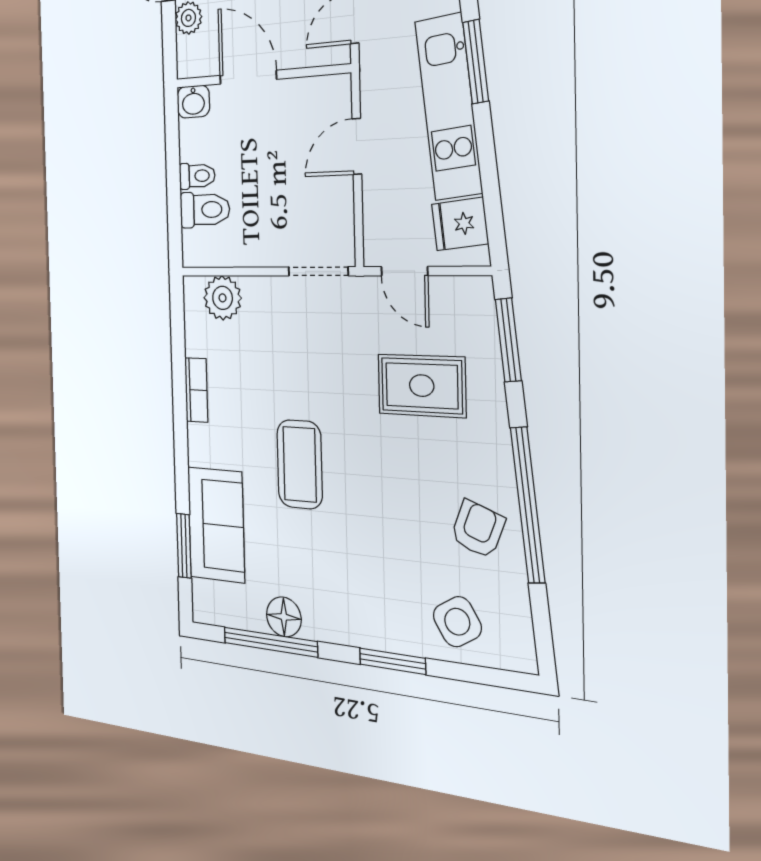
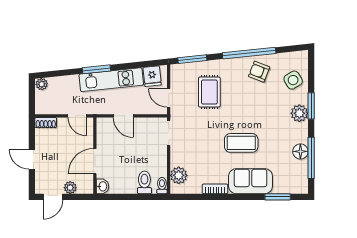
toilet: (197, 176) -> (162, 186), moved
door: (404, 271) -> (169, 98), swing flipped
sofa: (216, 525) -> (251, 181), moved
plant: (374, 627) -> (299, 113), added

